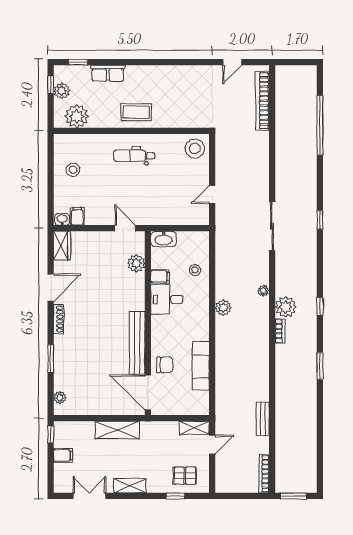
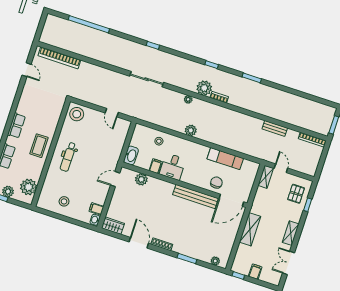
row of seats: (153, 73) -> (16, 126), added

